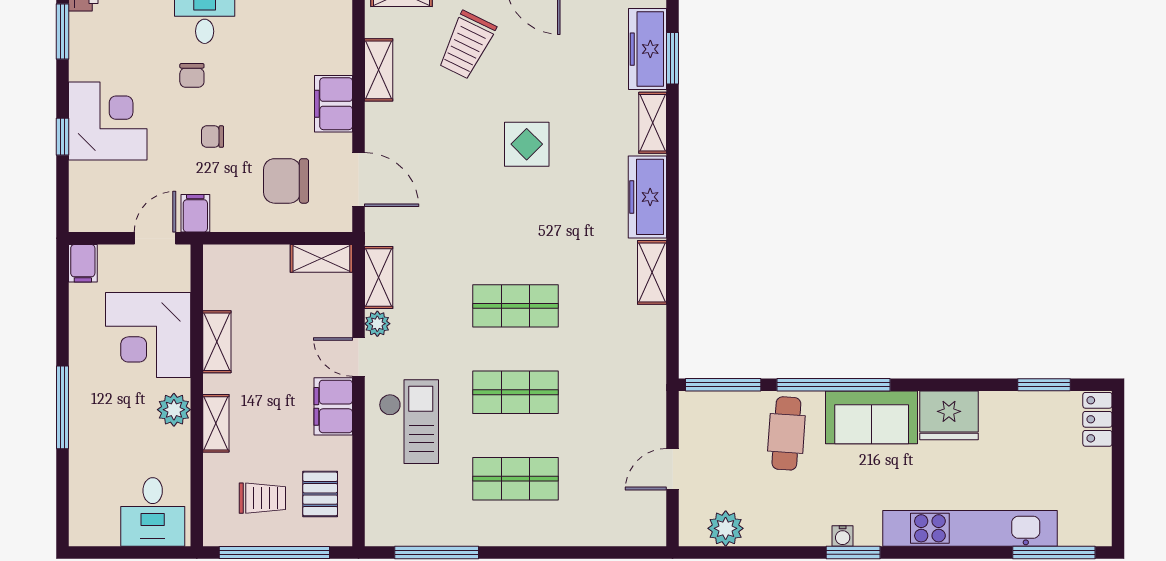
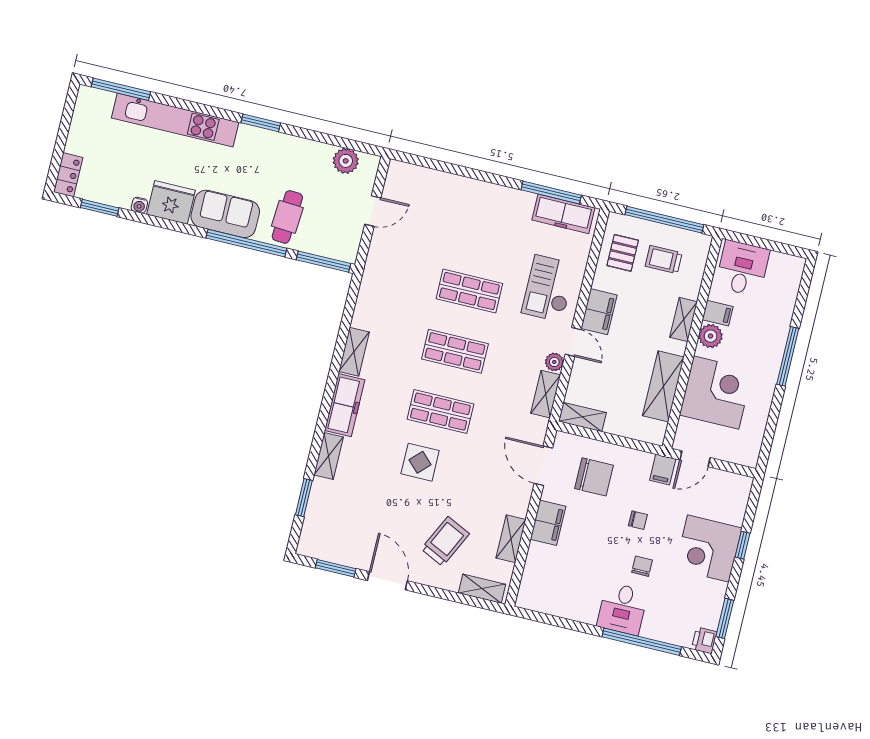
freezer: (648, 49) -> (563, 214), moved, turned 90
filing cabinet: (83, 263) -> (718, 313), moved, turned 90
shelving: (217, 342) -> (663, 386), width x1.50, depth x1.33
shop shelf: (516, 479) -> (440, 412), moved
water cooler: (843, 536) -> (139, 205), moved, turned 180

